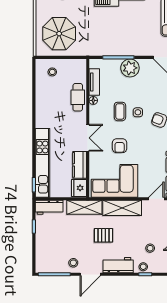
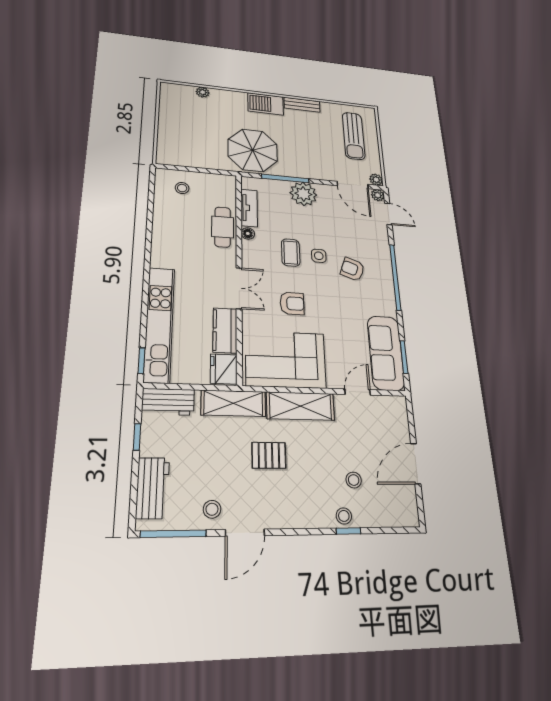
parasol: (59, 34) -> (253, 150), moved
armchair: (120, 146) -> (292, 303), turned -90
workbench: (118, 265) -> (153, 488), moved, turned 90

